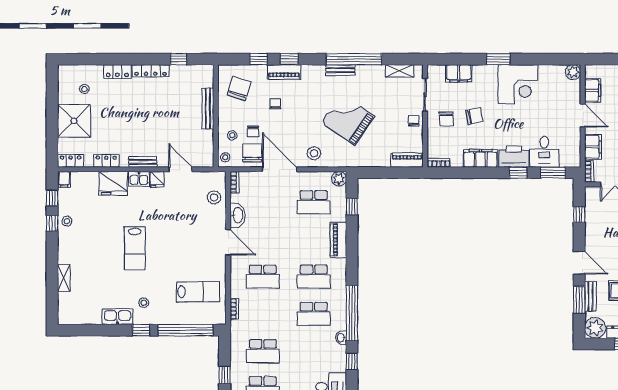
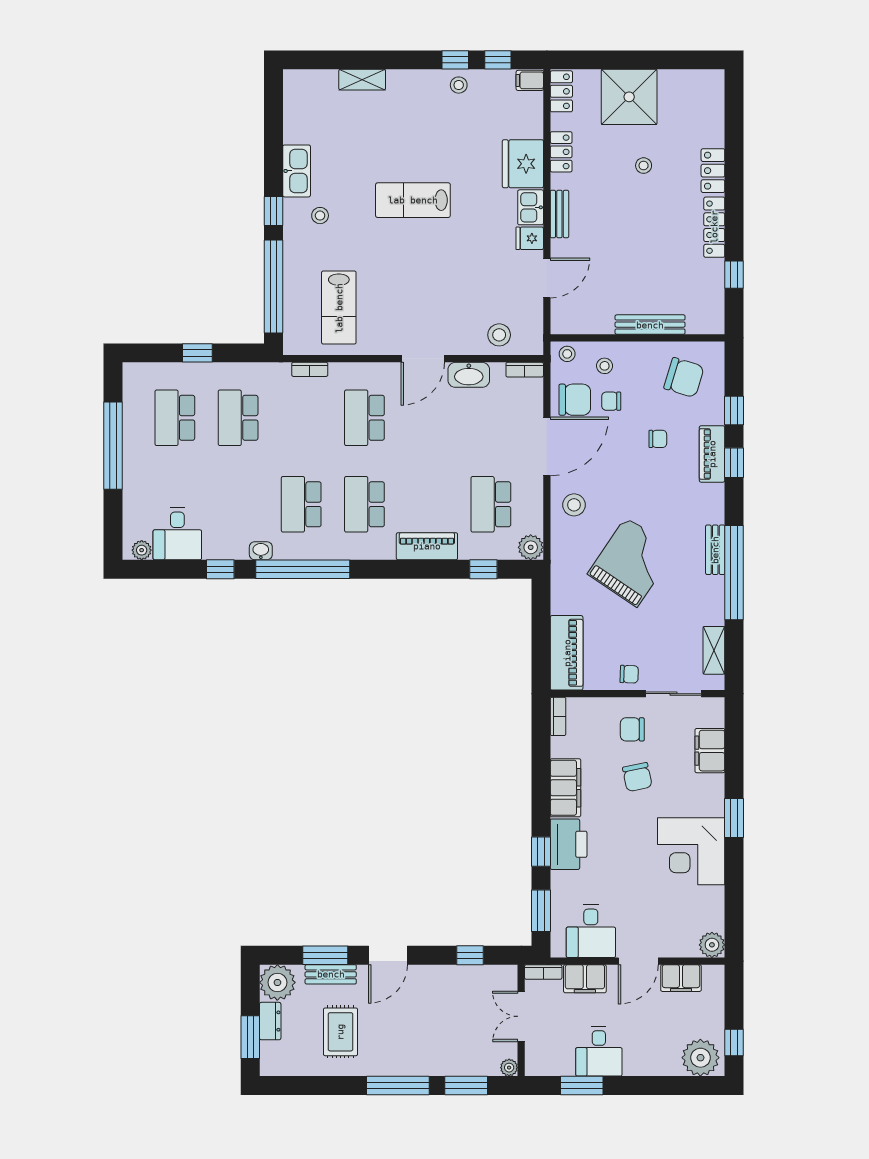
stool: (84, 89) -> (644, 166), moved
desk: (544, 152) -> (591, 931), moved, turned -90
piano: (407, 160) -> (567, 653), width x1.37, depth x1.33

